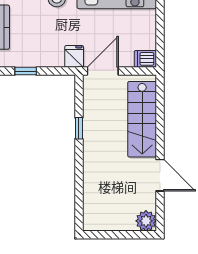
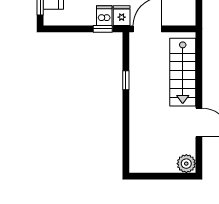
dishwasher: (145, 59) -> (104, 16), moved, turned 90
window: (26, 71) -> (103, 29), moved

